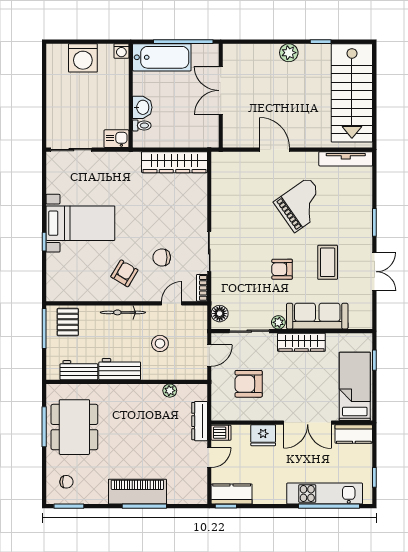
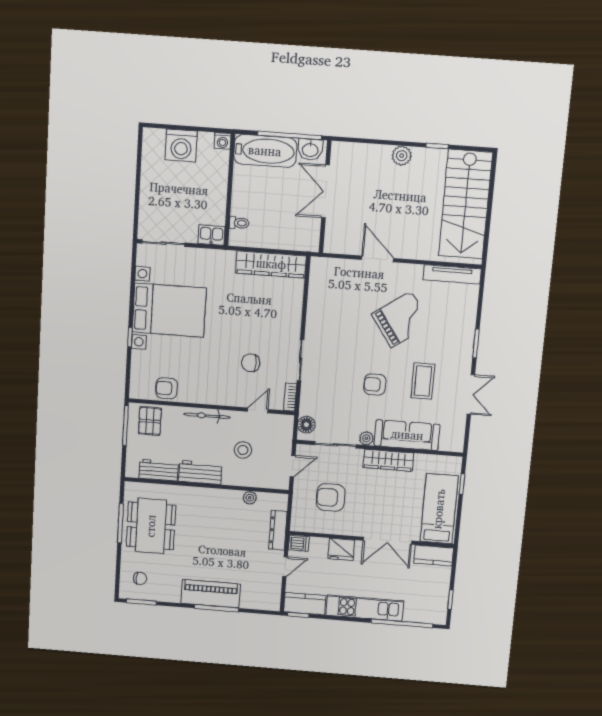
washbasin: (142, 107) -> (310, 150), moved, turned 90
bed with nightstands: (80, 223) -> (169, 310), width x1.36
armchair: (124, 273) -> (167, 388), moved, turned -121
kitchen unit: (325, 494) -> (365, 608), moved

